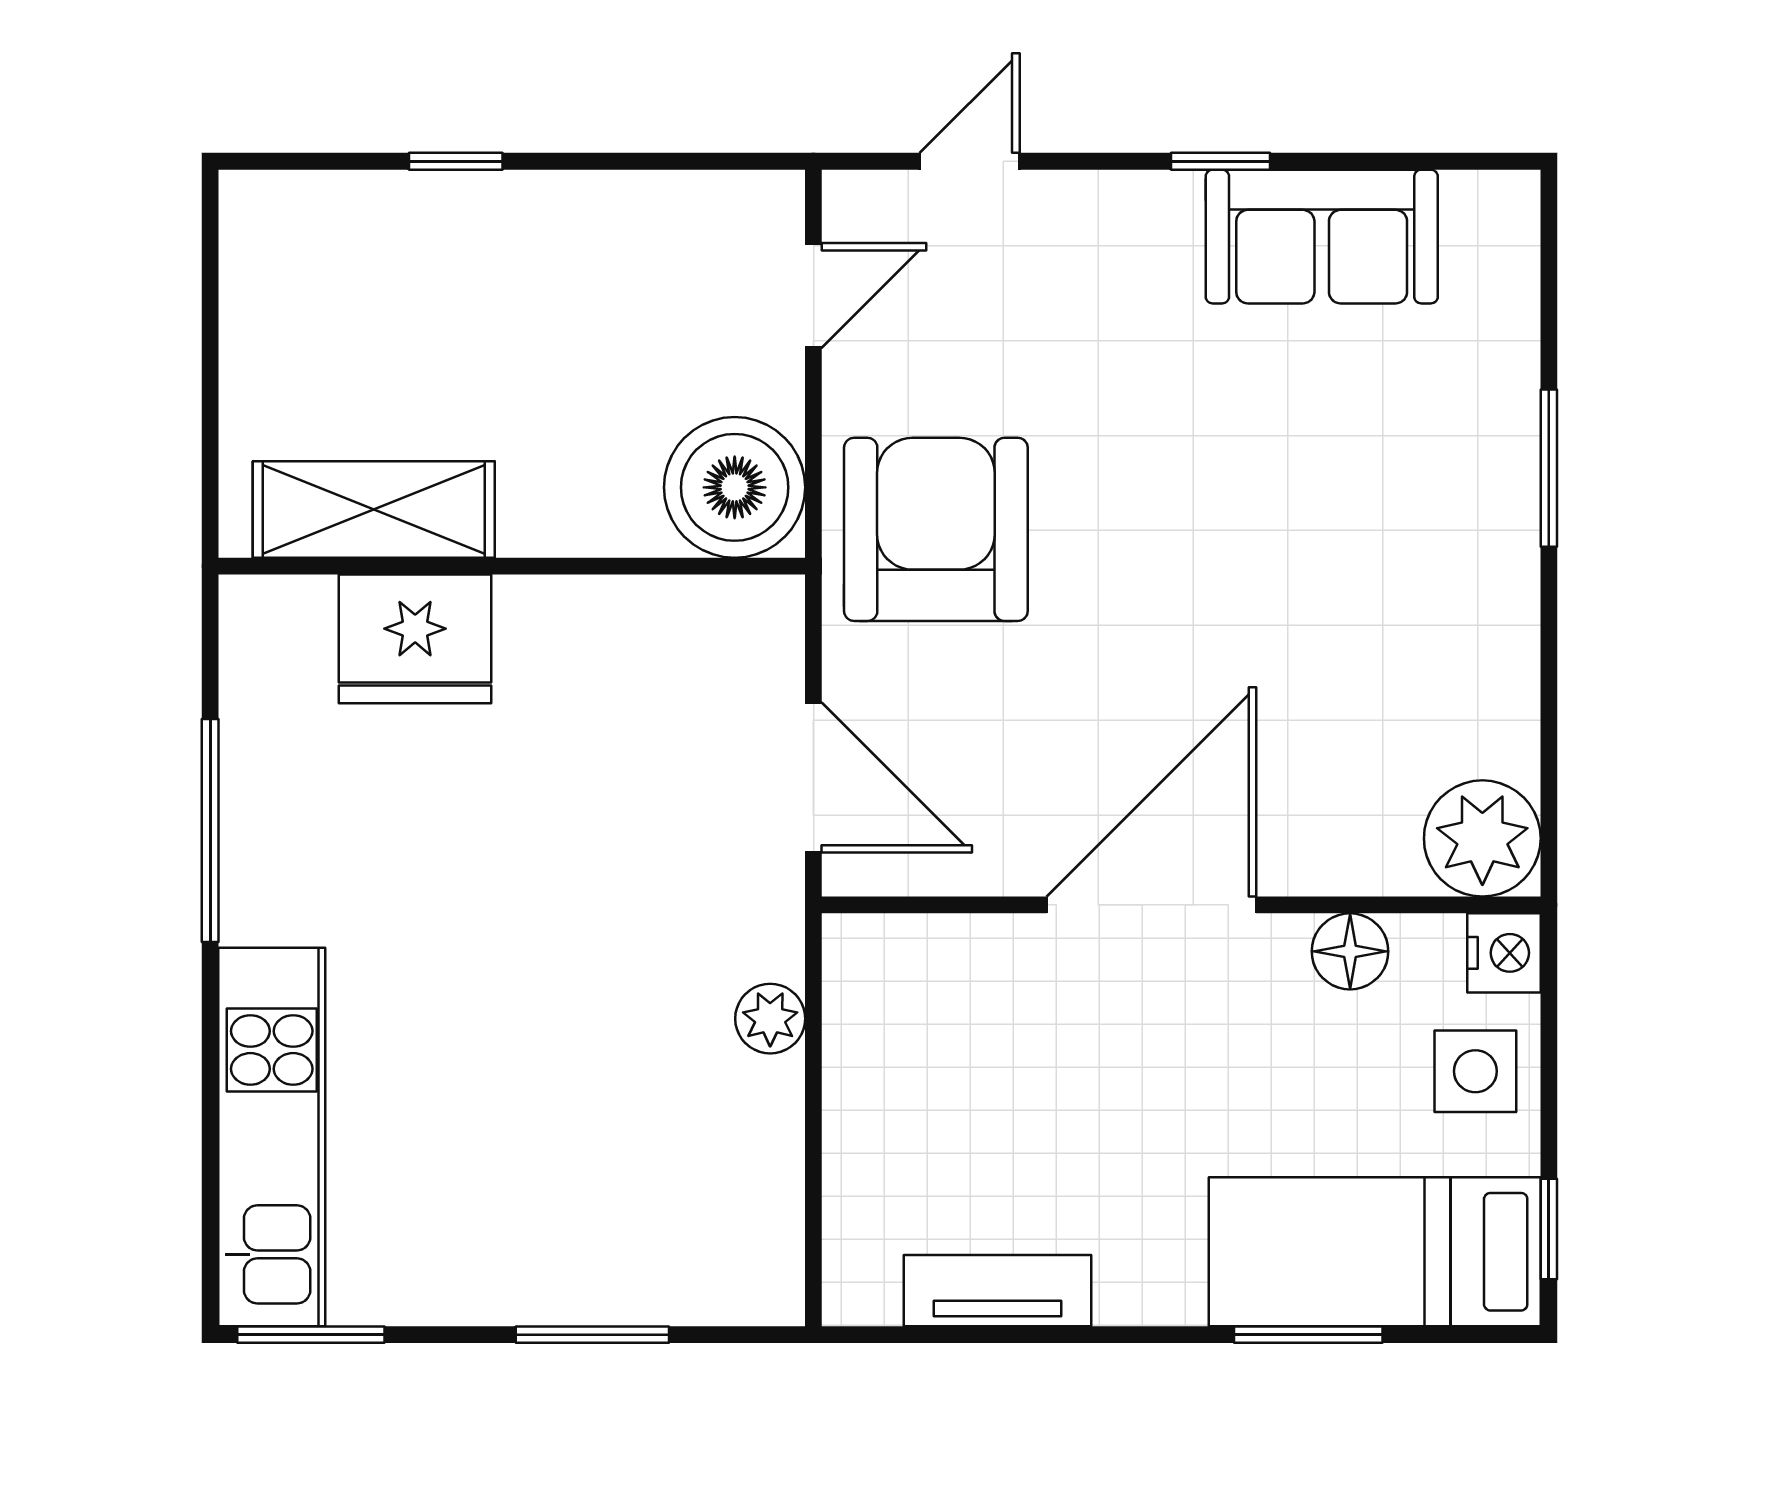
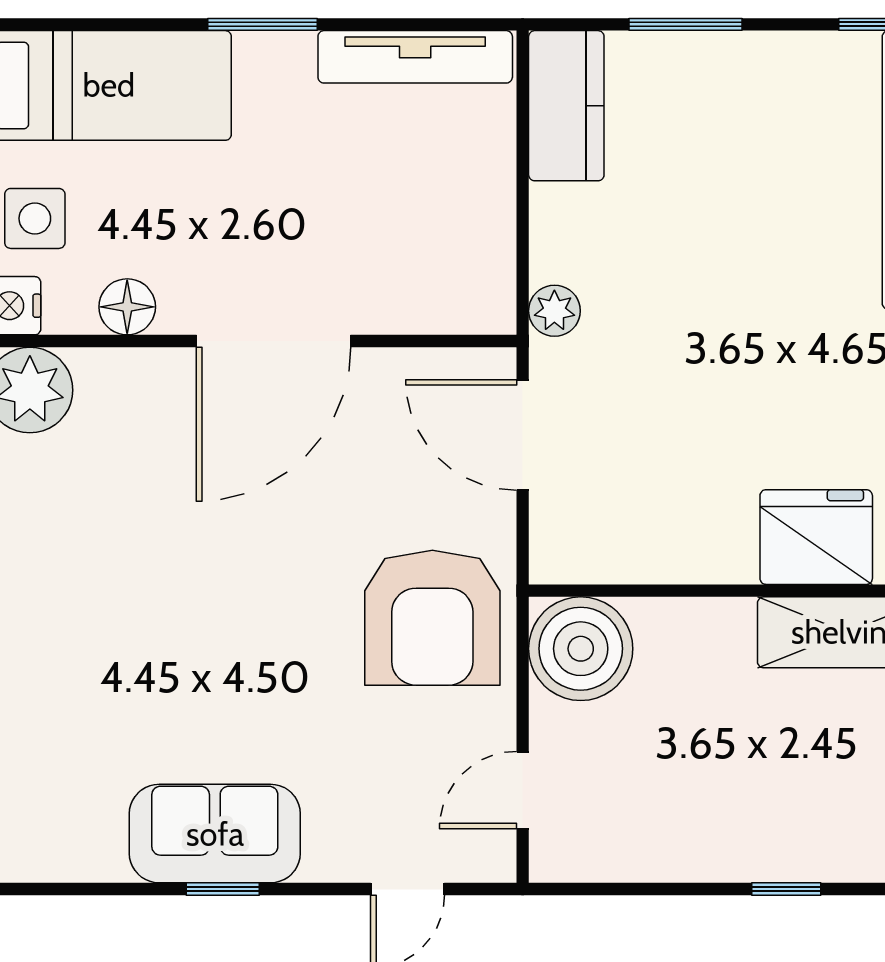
sofa: (1322, 237) -> (215, 834), moved
plant: (770, 1019) -> (554, 311), moved
kitchen counter: (754, 1224) -> (566, 106), added
tv unit: (998, 1291) -> (415, 57), width x1.41
window: (1308, 1335) -> (262, 24), moved

